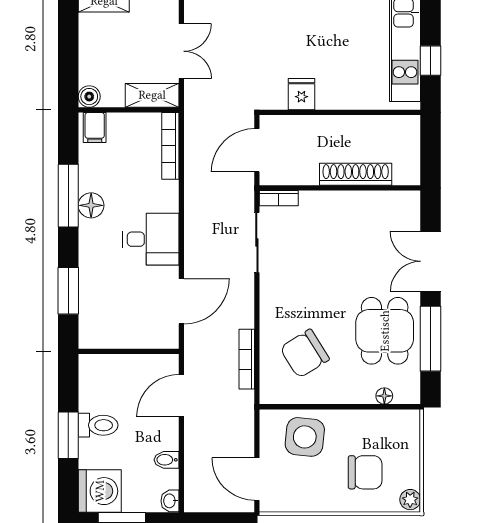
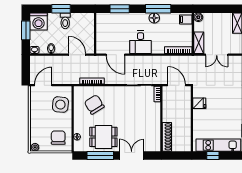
shoe rack: (356, 174) -> (167, 137), moved
chair: (365, 472) -> (58, 138), moved, turned 180

